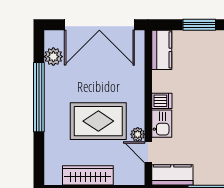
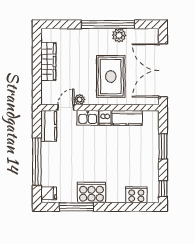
kitchen counter: (162, 50) -> (127, 118), moved
plant: (53, 57) -> (119, 35), moved
rug: (98, 121) -> (111, 77), moved

